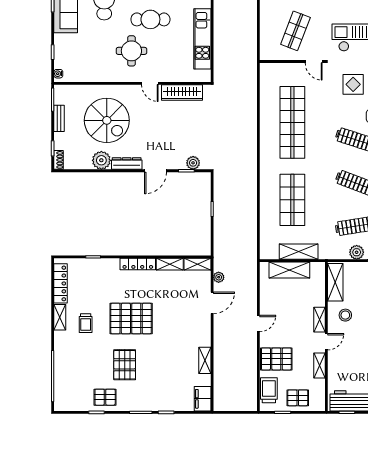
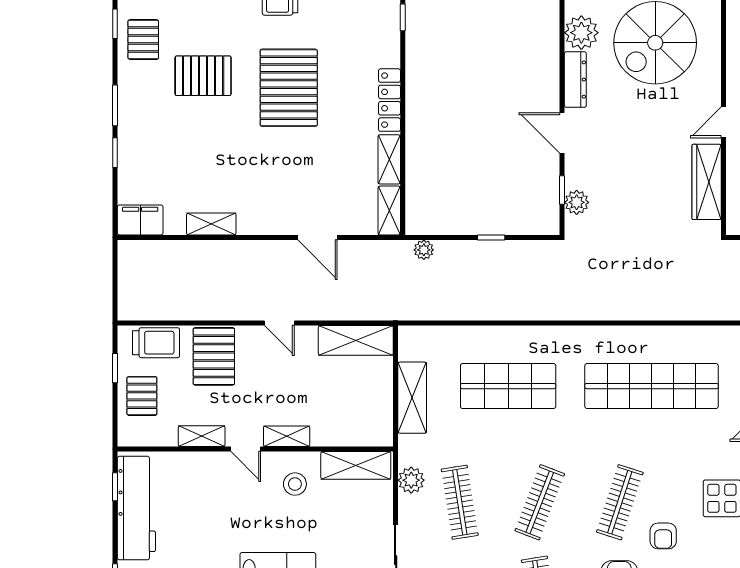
plant: (357, 252) -> (411, 480), moved
shelving: (289, 270) -> (356, 340), moved, turned 90
plant: (219, 277) -> (424, 250), moved

